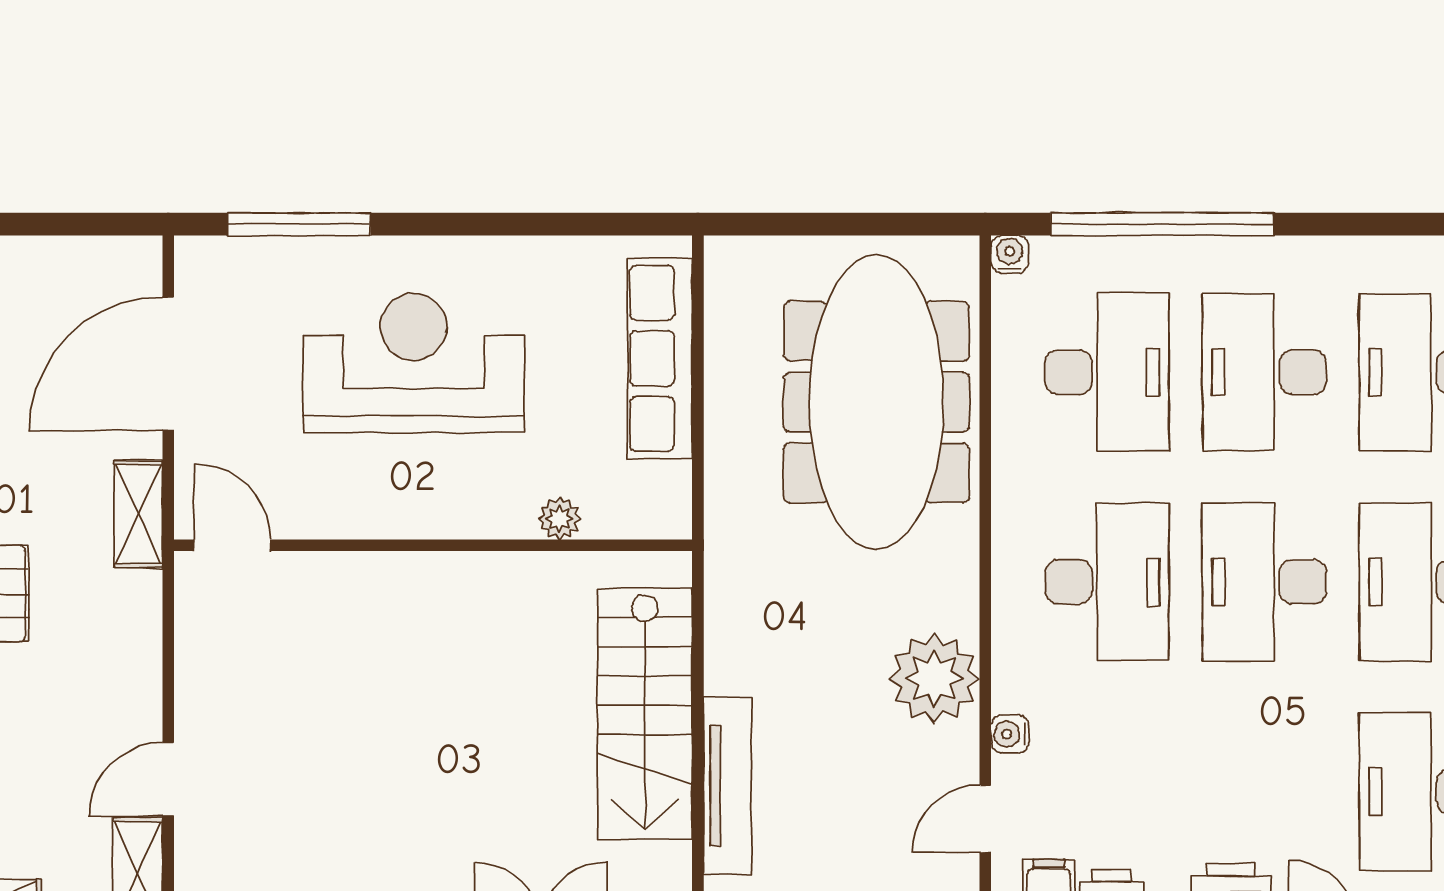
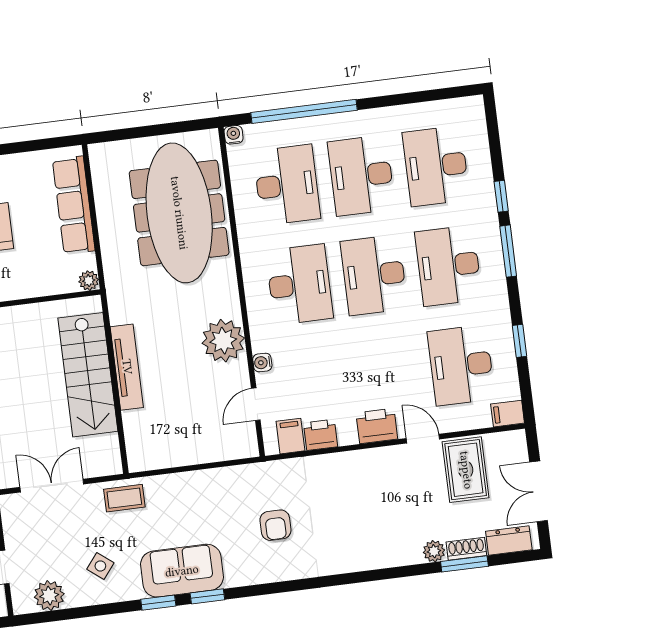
plant: (559, 519) -> (89, 281), moved
tv unit: (727, 786) -> (127, 367), moved

